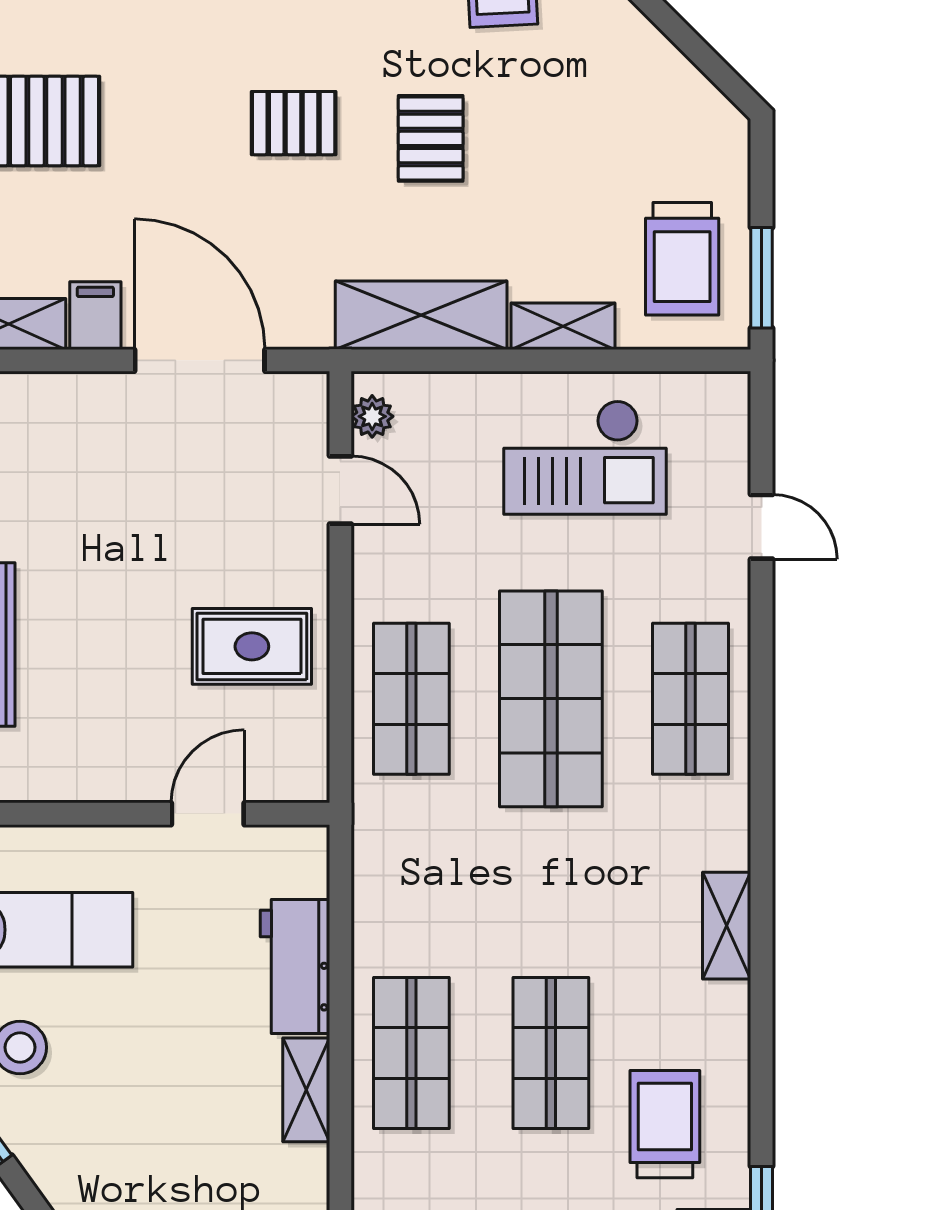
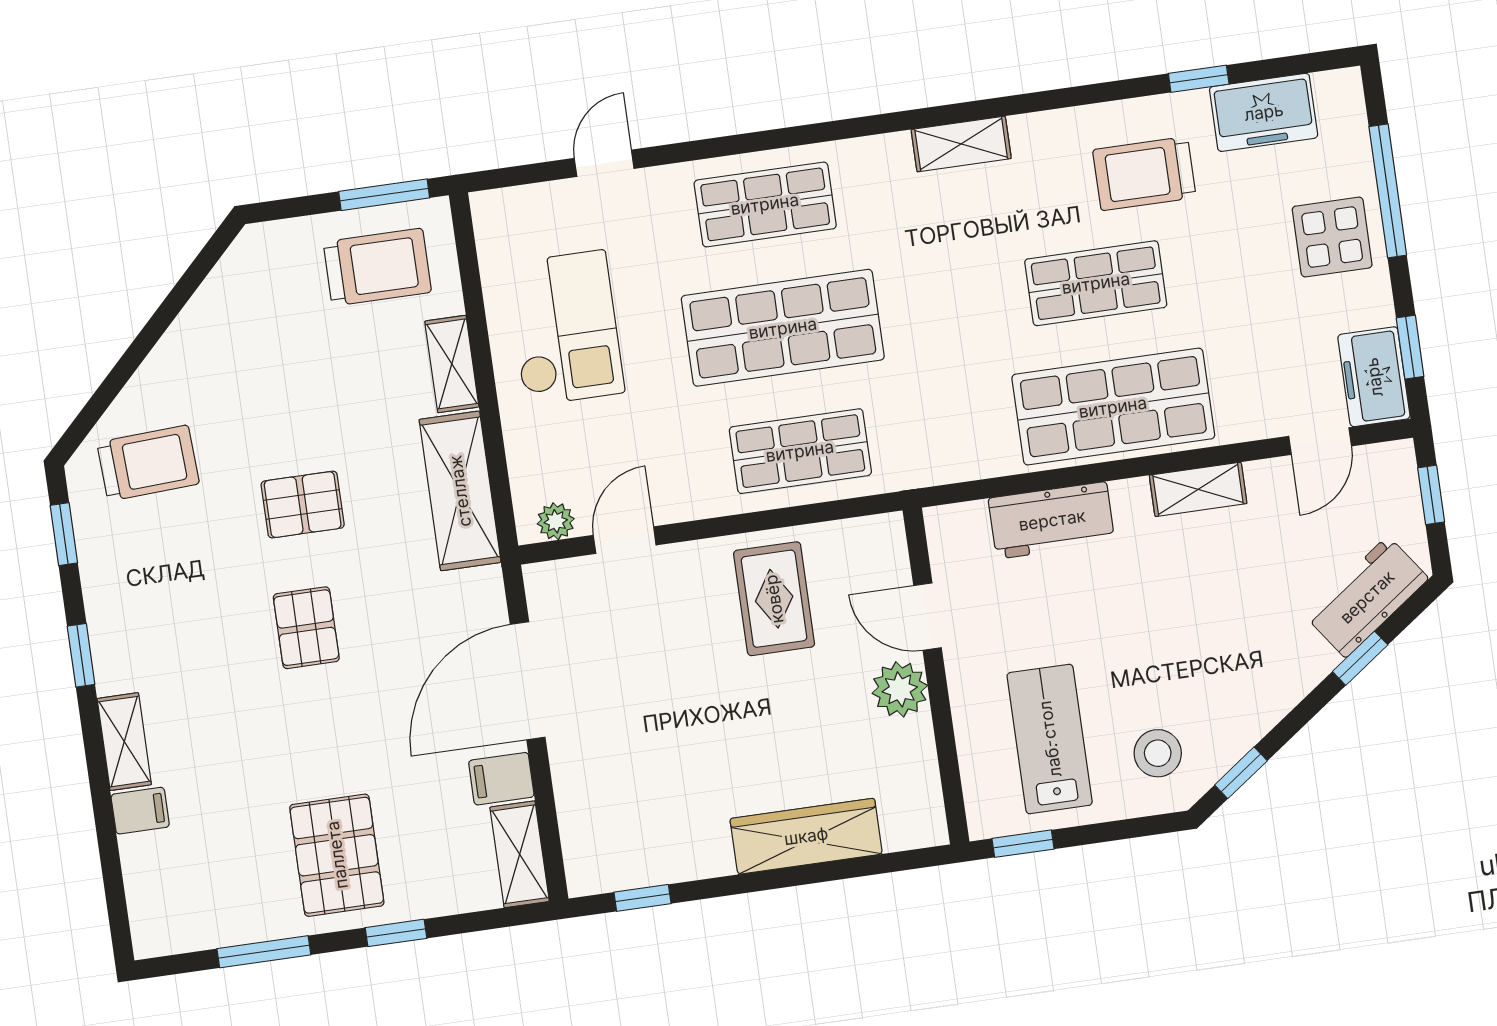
plant: (132, 772) -> (900, 689), added
shop shelf: (411, 1053) -> (1113, 407), width x1.43, depth x1.36
shelving: (306, 1090) -> (1198, 489), moved

